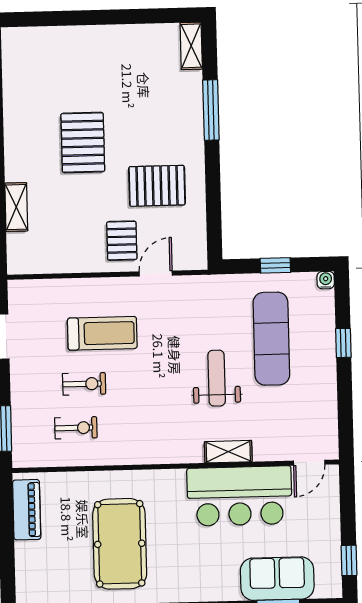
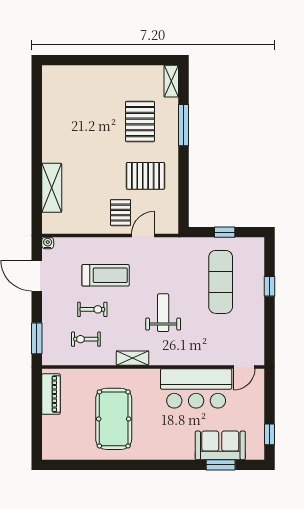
pallet: (83, 143) -> (140, 122), moved
shelving: (16, 207) -> (52, 188), width x1.50, depth x1.33
water cooler: (326, 280) -> (48, 243), moved
weight bench: (217, 378) -> (163, 313), moved
exercise bike: (76, 428) -> (86, 339), turned 180
shelving: (228, 452) -> (133, 358), moved

